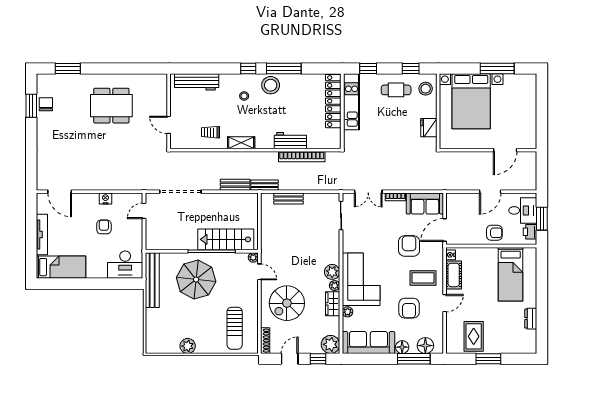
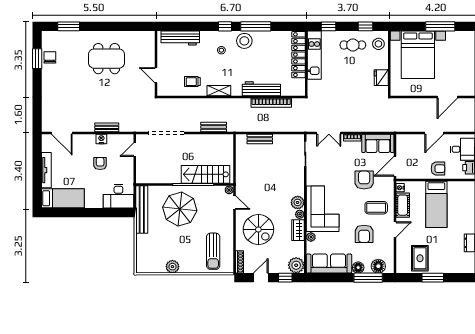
workbench: (290, 141) -> (261, 89), width x1.38
bench: (265, 185) -> (107, 127), moved
bed: (511, 274) -> (436, 204), moved
spiral stairs: (287, 303) -> (258, 229), turned -90

